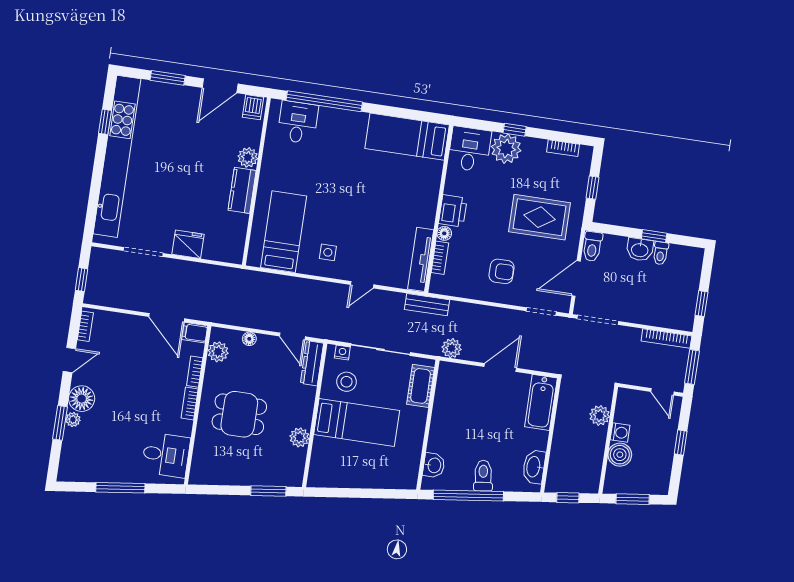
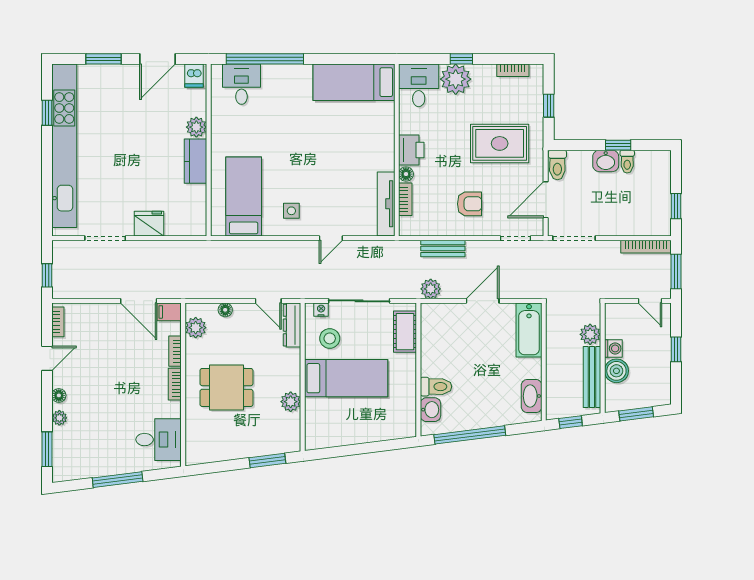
bench: (427, 305) -> (443, 249), moved
floor lamp: (82, 399) -> (59, 395), width x0.53, depth x0.53
window: (60, 423) -> (47, 449), moved
bench: (595, 457) -> (592, 377), added
toilet: (483, 476) -> (436, 387), moved, turned 97

